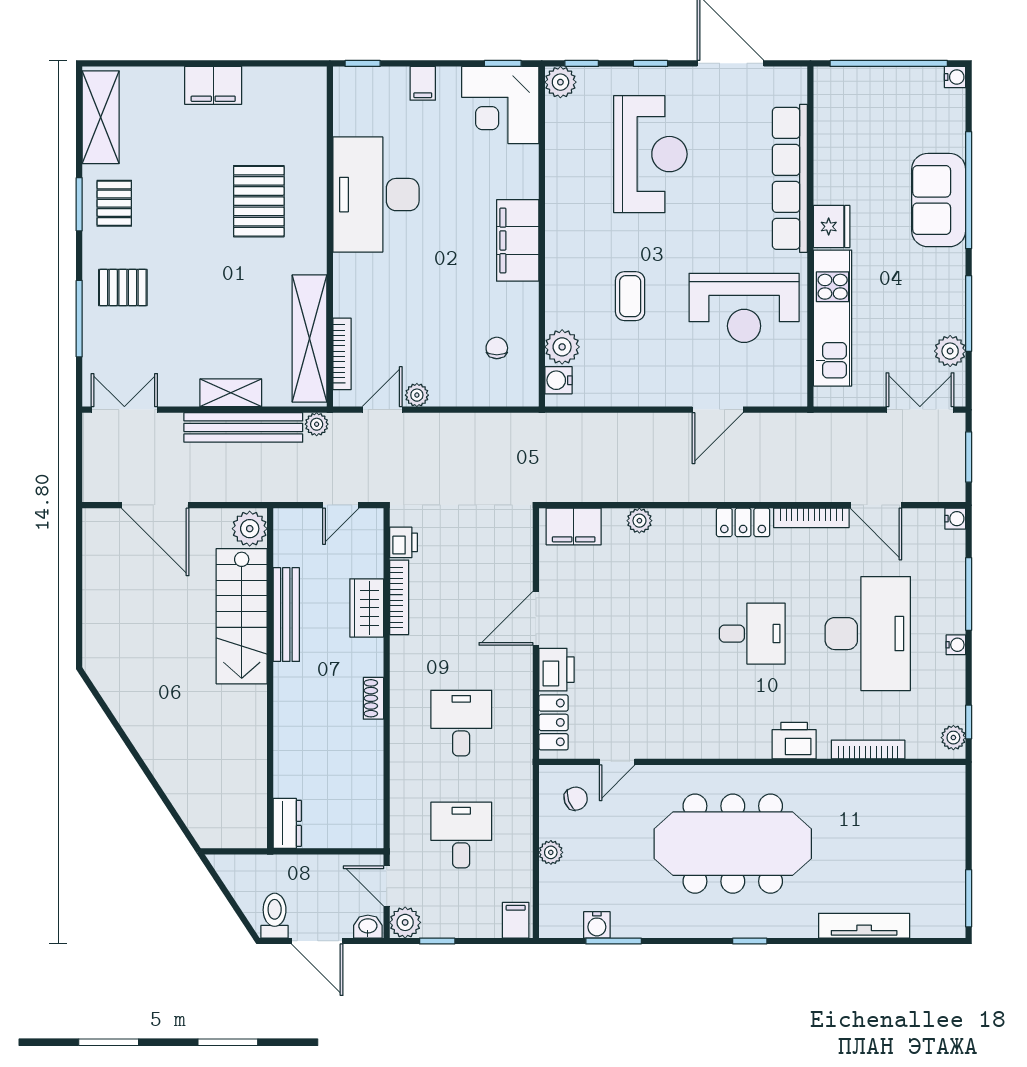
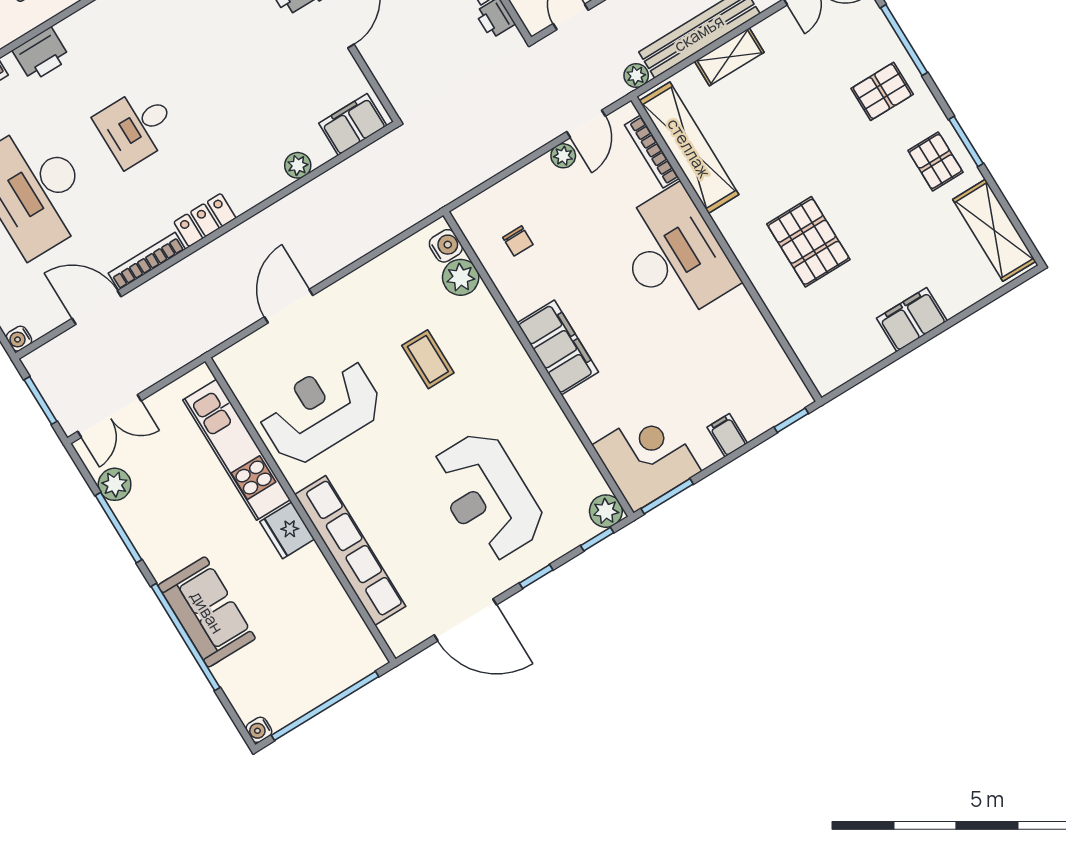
window: (503, 63) -> (667, 496), width x1.50
desk: (376, 195) -> (674, 255), moved

